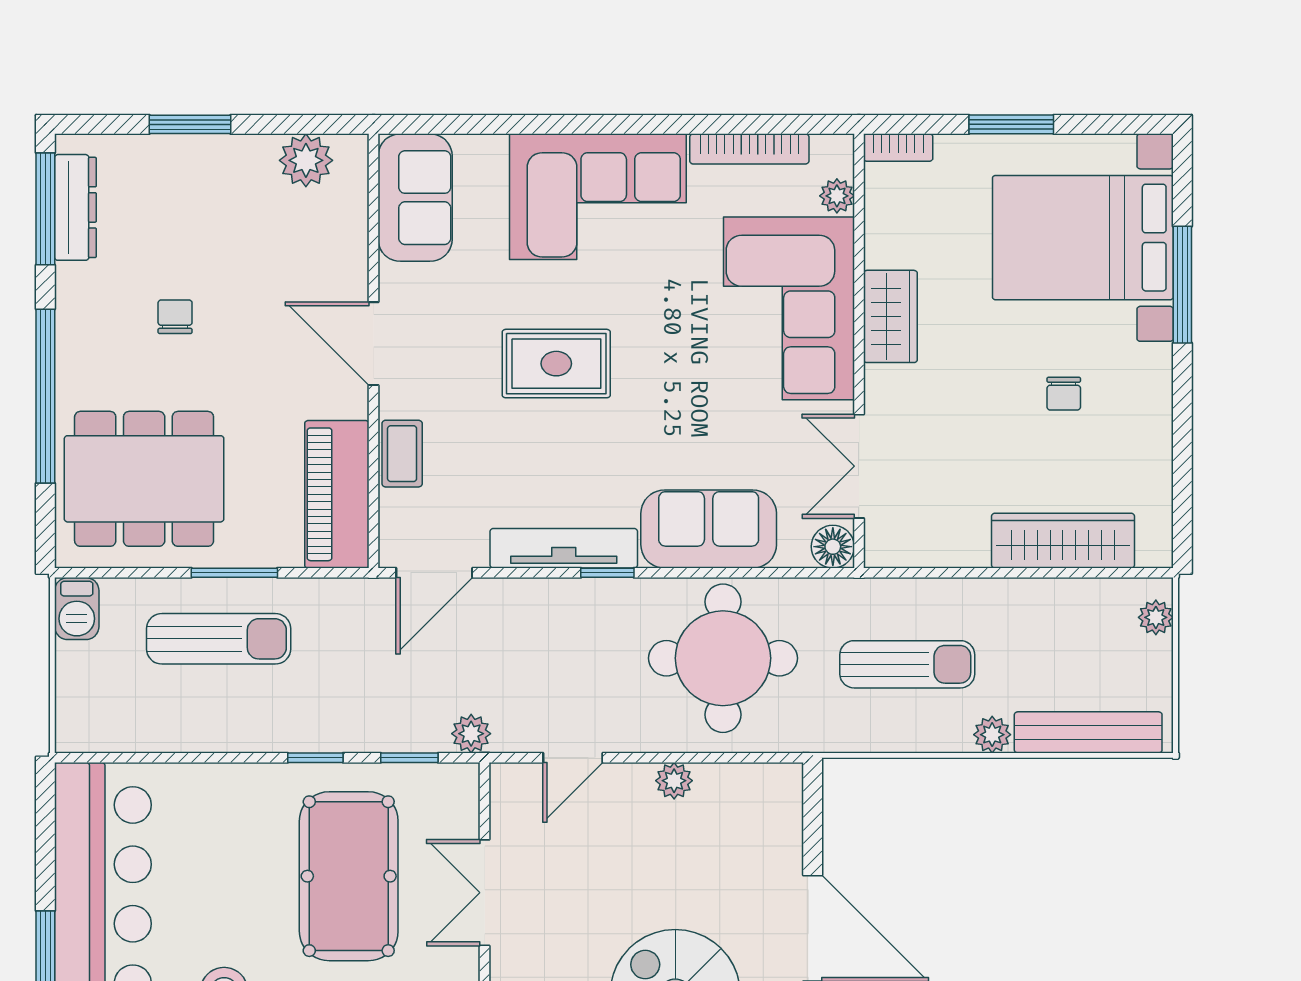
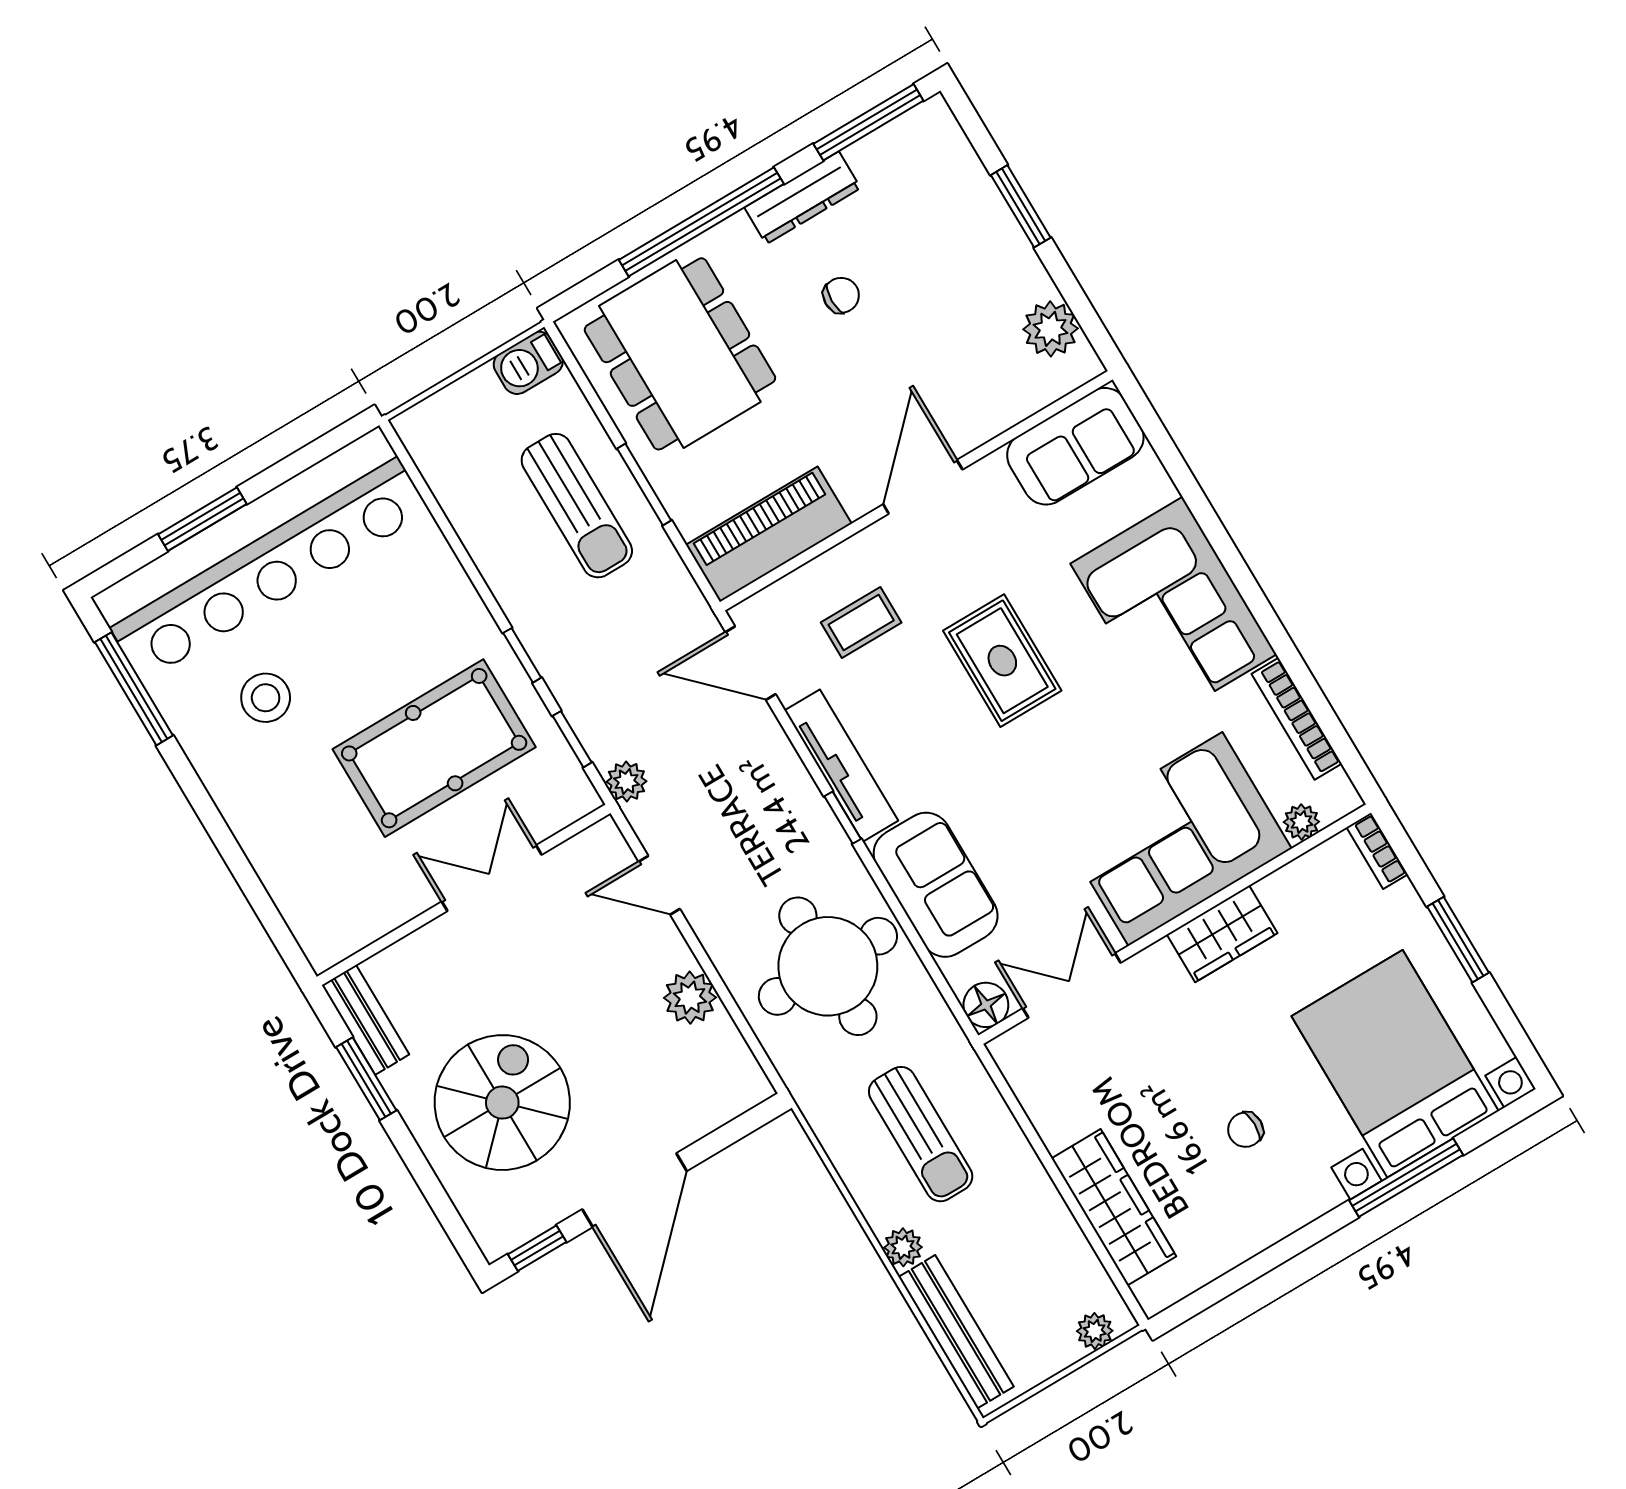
dresser: (75, 207) -> (802, 198), moved
coffee table: (402, 454) -> (861, 623), moved
plant: (674, 781) -> (690, 998), width x1.38, depth x1.38

